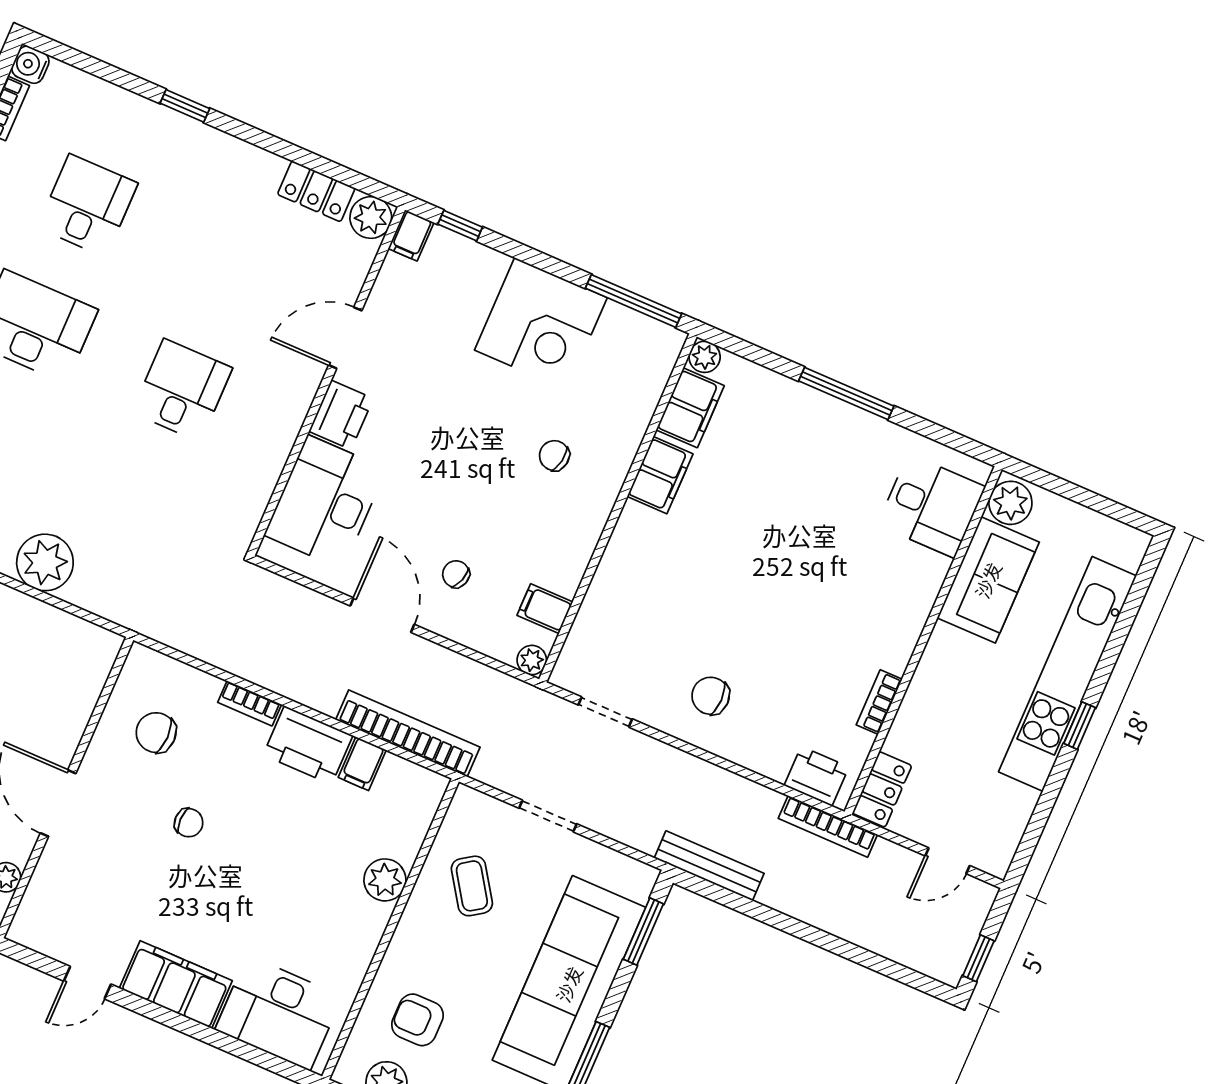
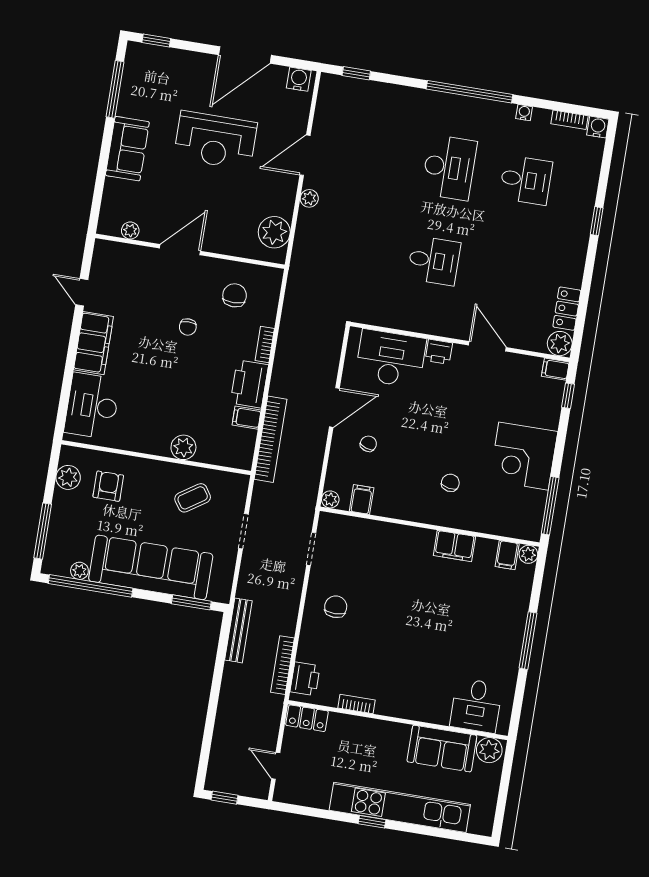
filing cabinet: (690, 408) -> (507, 555), width x0.50
printer: (341, 415) -> (439, 352), width x0.73, depth x0.81
plant: (45, 562) -> (309, 198), width x0.53, depth x0.53
plant: (69, 641) -> (274, 232), added
bookcase: (828, 826) -> (283, 665), moved

